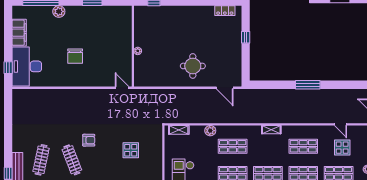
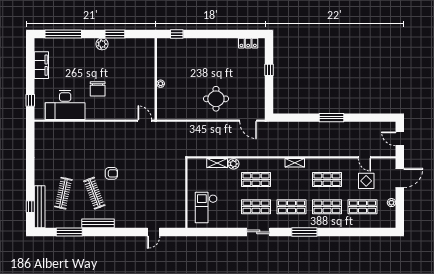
plant: (59, 11) -> (102, 44), moved
desk: (27, 66) -> (65, 105), moved, turned -90
shelving: (179, 130) -> (217, 163), moved
display table: (131, 150) -> (154, 184), removed

